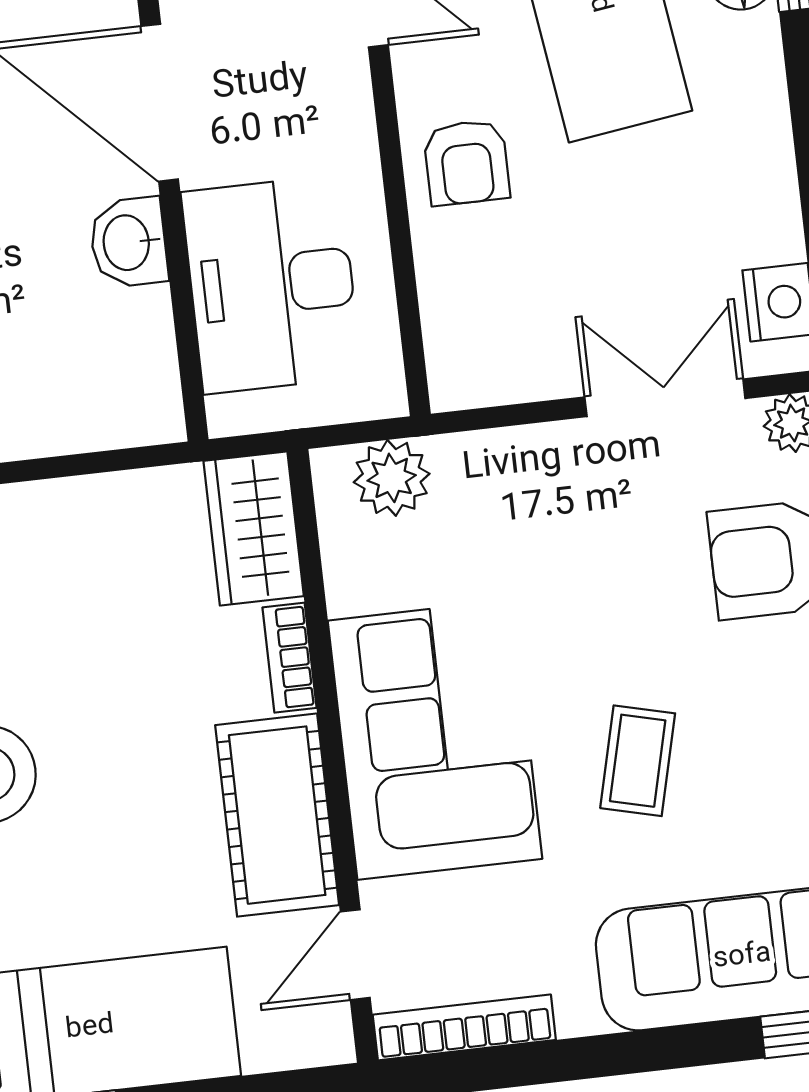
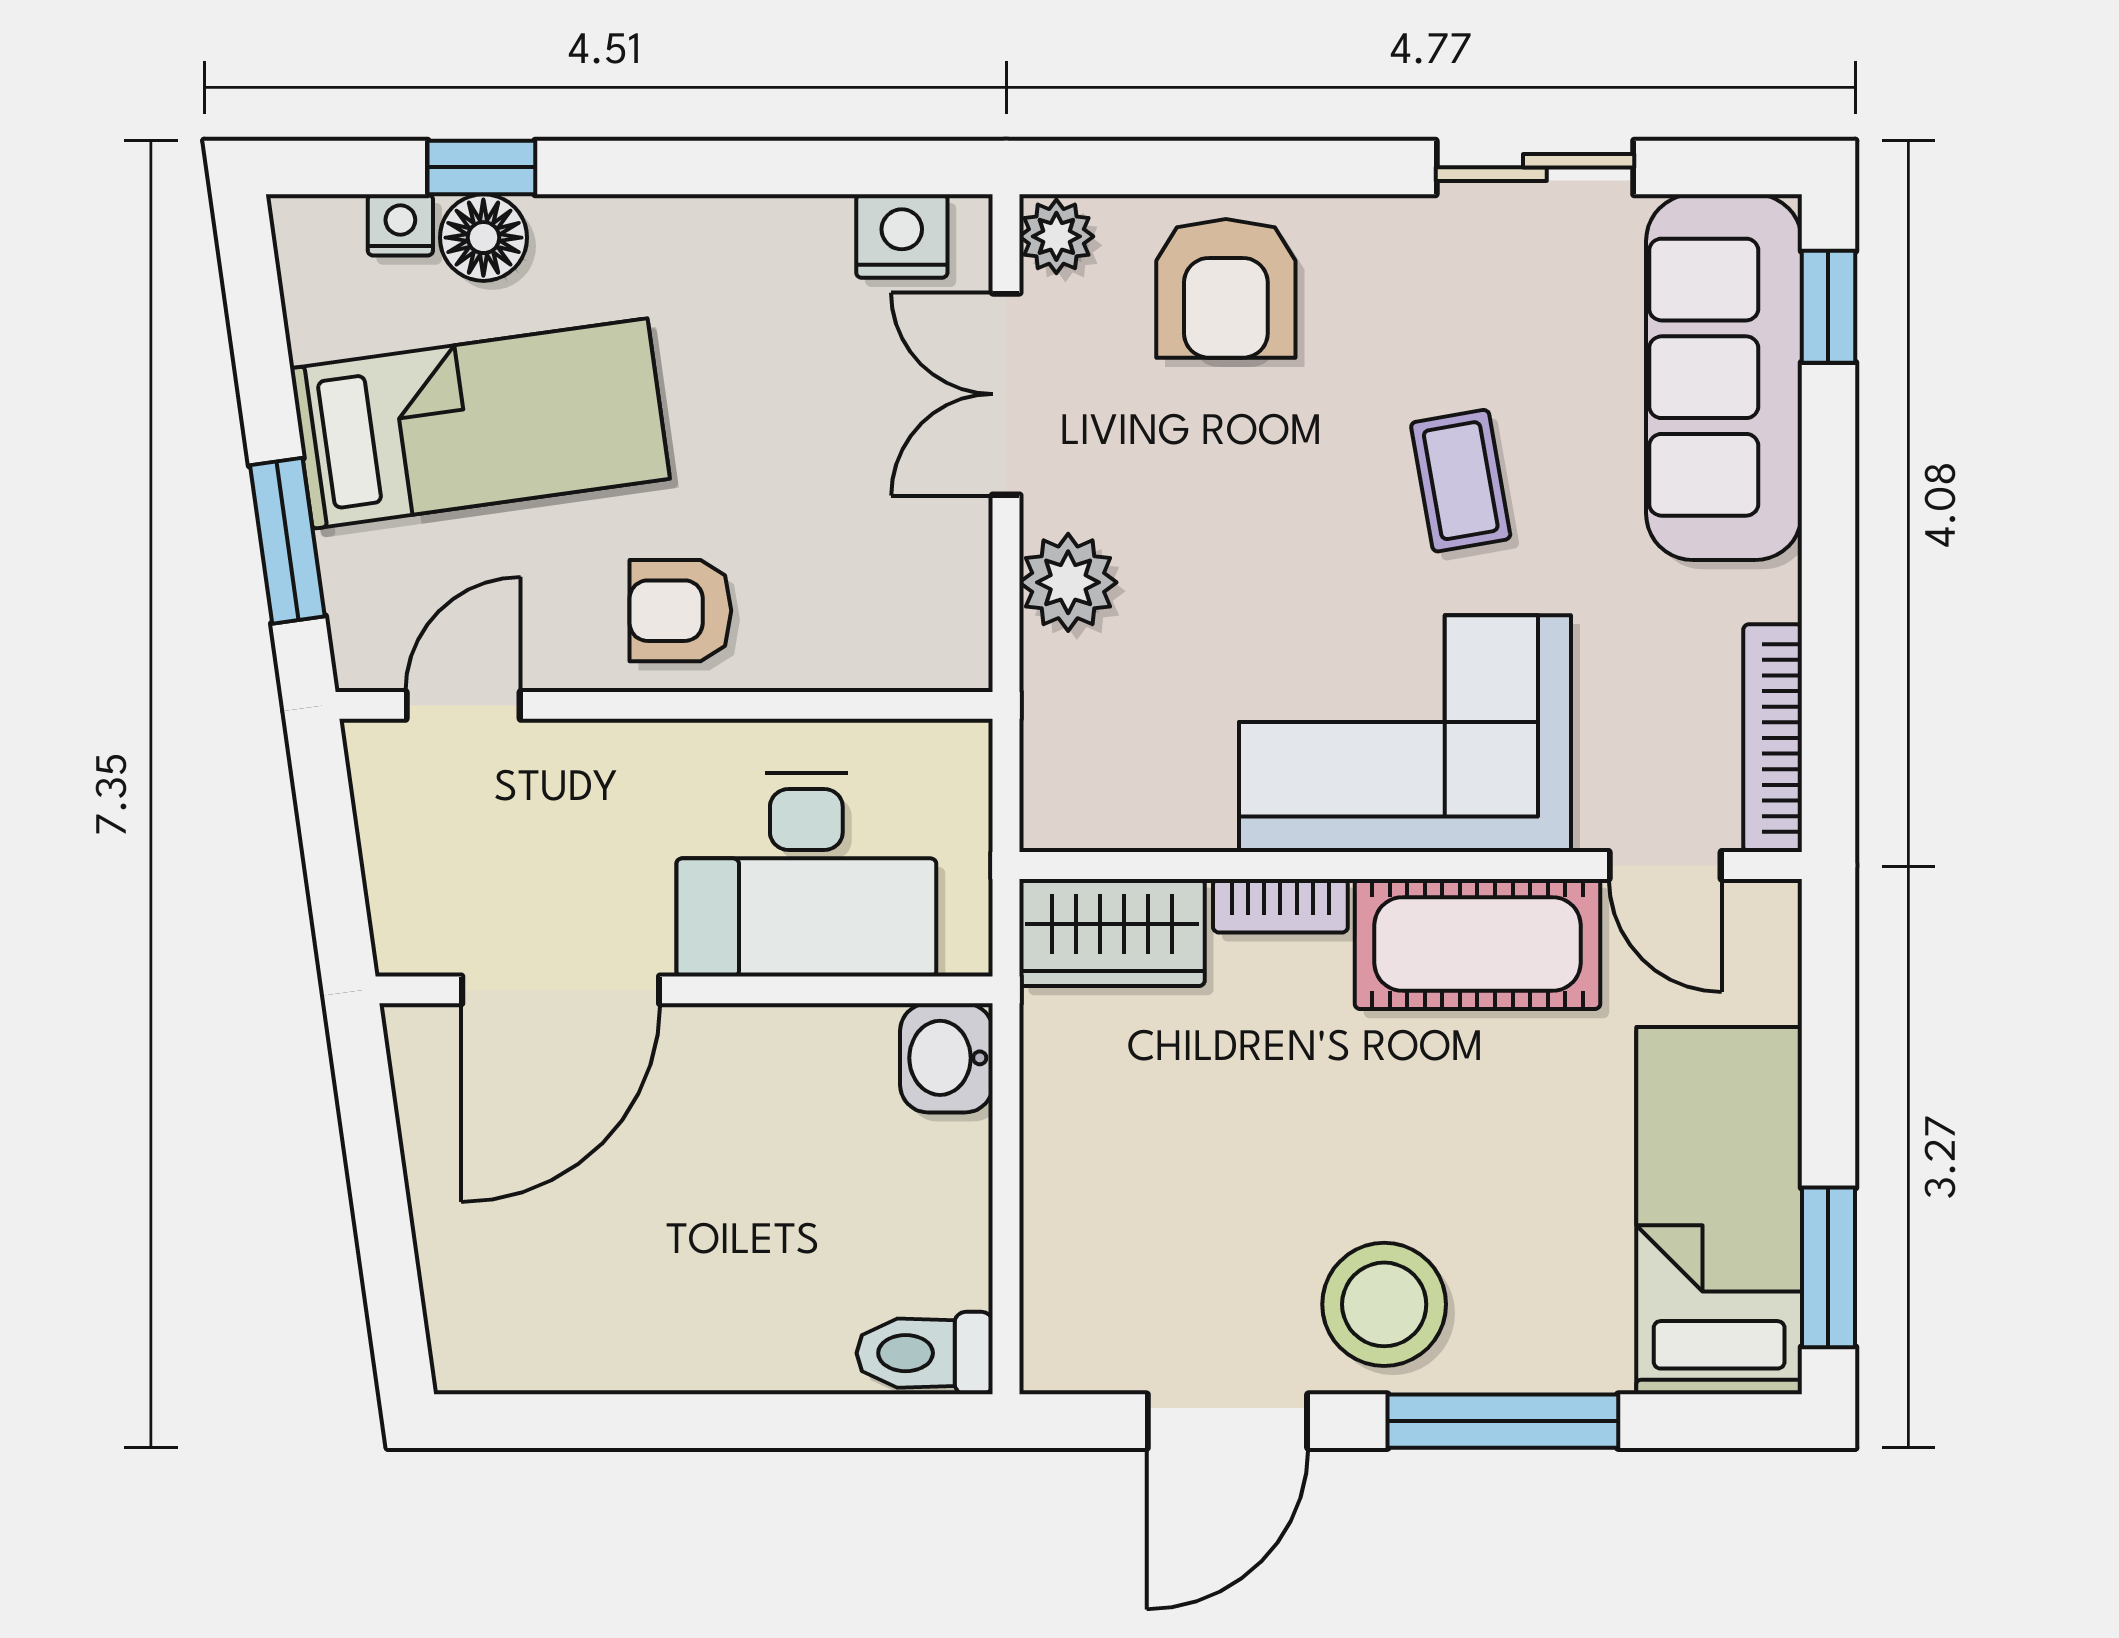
armchair: (467, 162) -> (680, 611), turned 180
washbasin: (128, 242) -> (946, 1058), moved, turned 90
plant: (392, 478) -> (1068, 582), moved
coffee table: (638, 761) -> (1461, 481), turned 66

